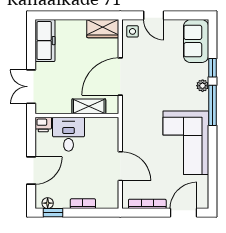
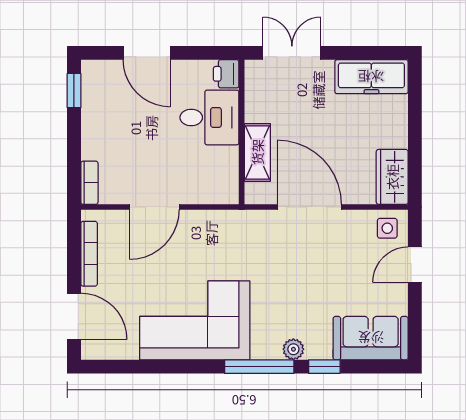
floor lamp: (48, 203) -> (90, 81), removed
bookcase: (83, 204) -> (89, 183), moved

